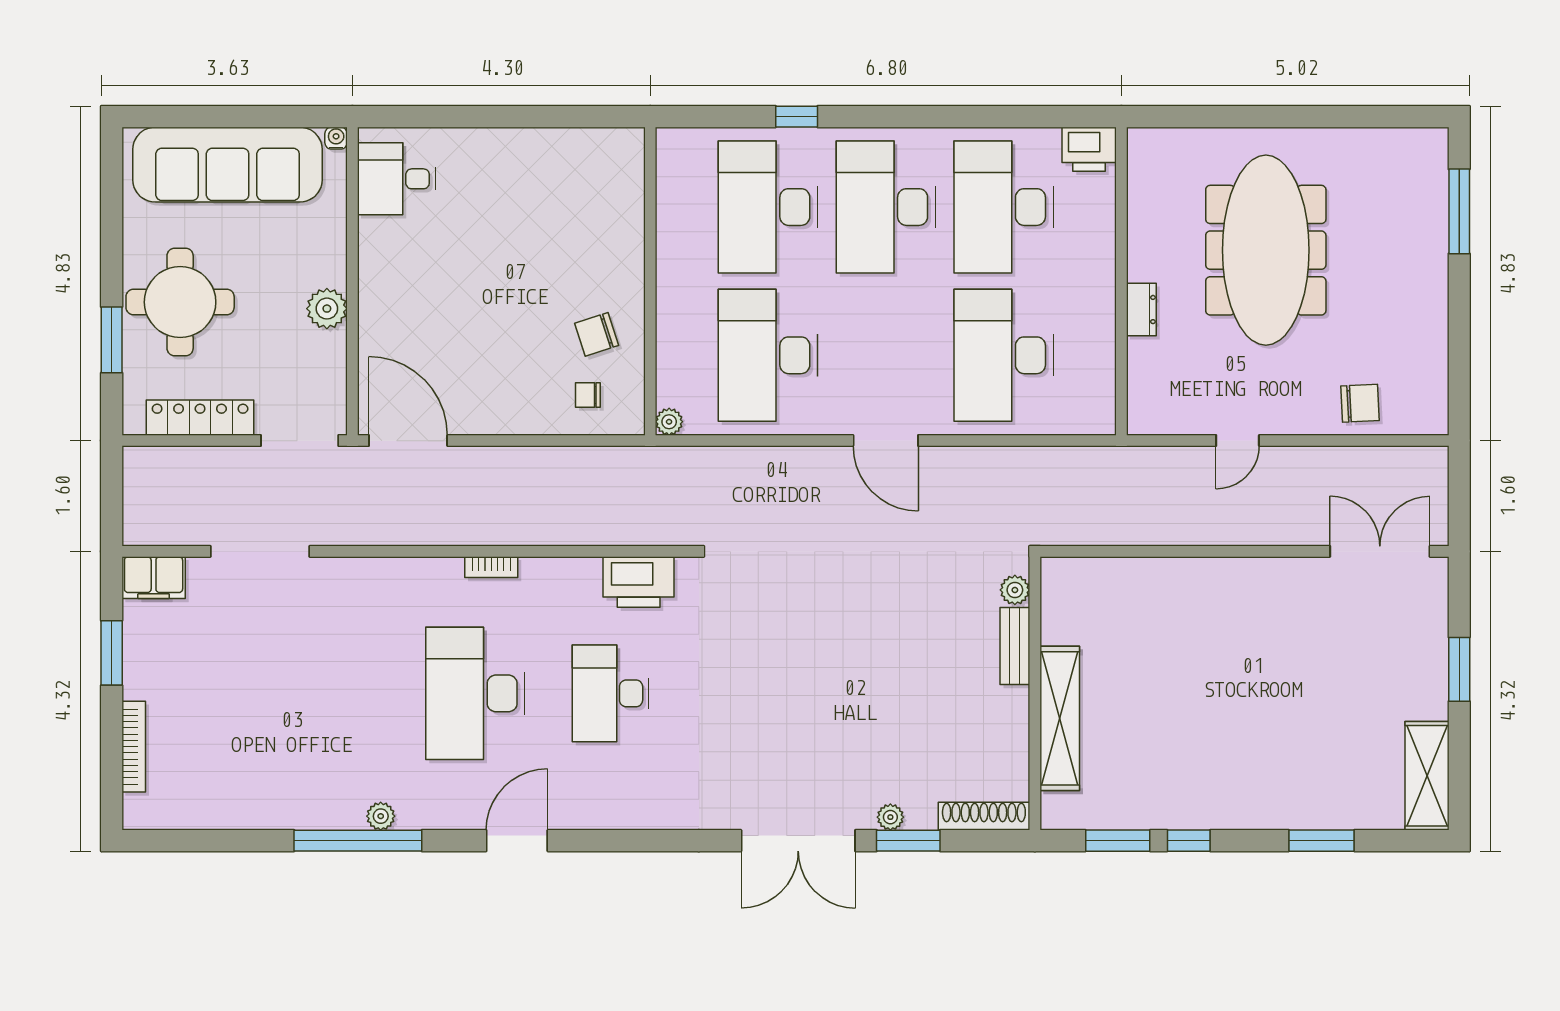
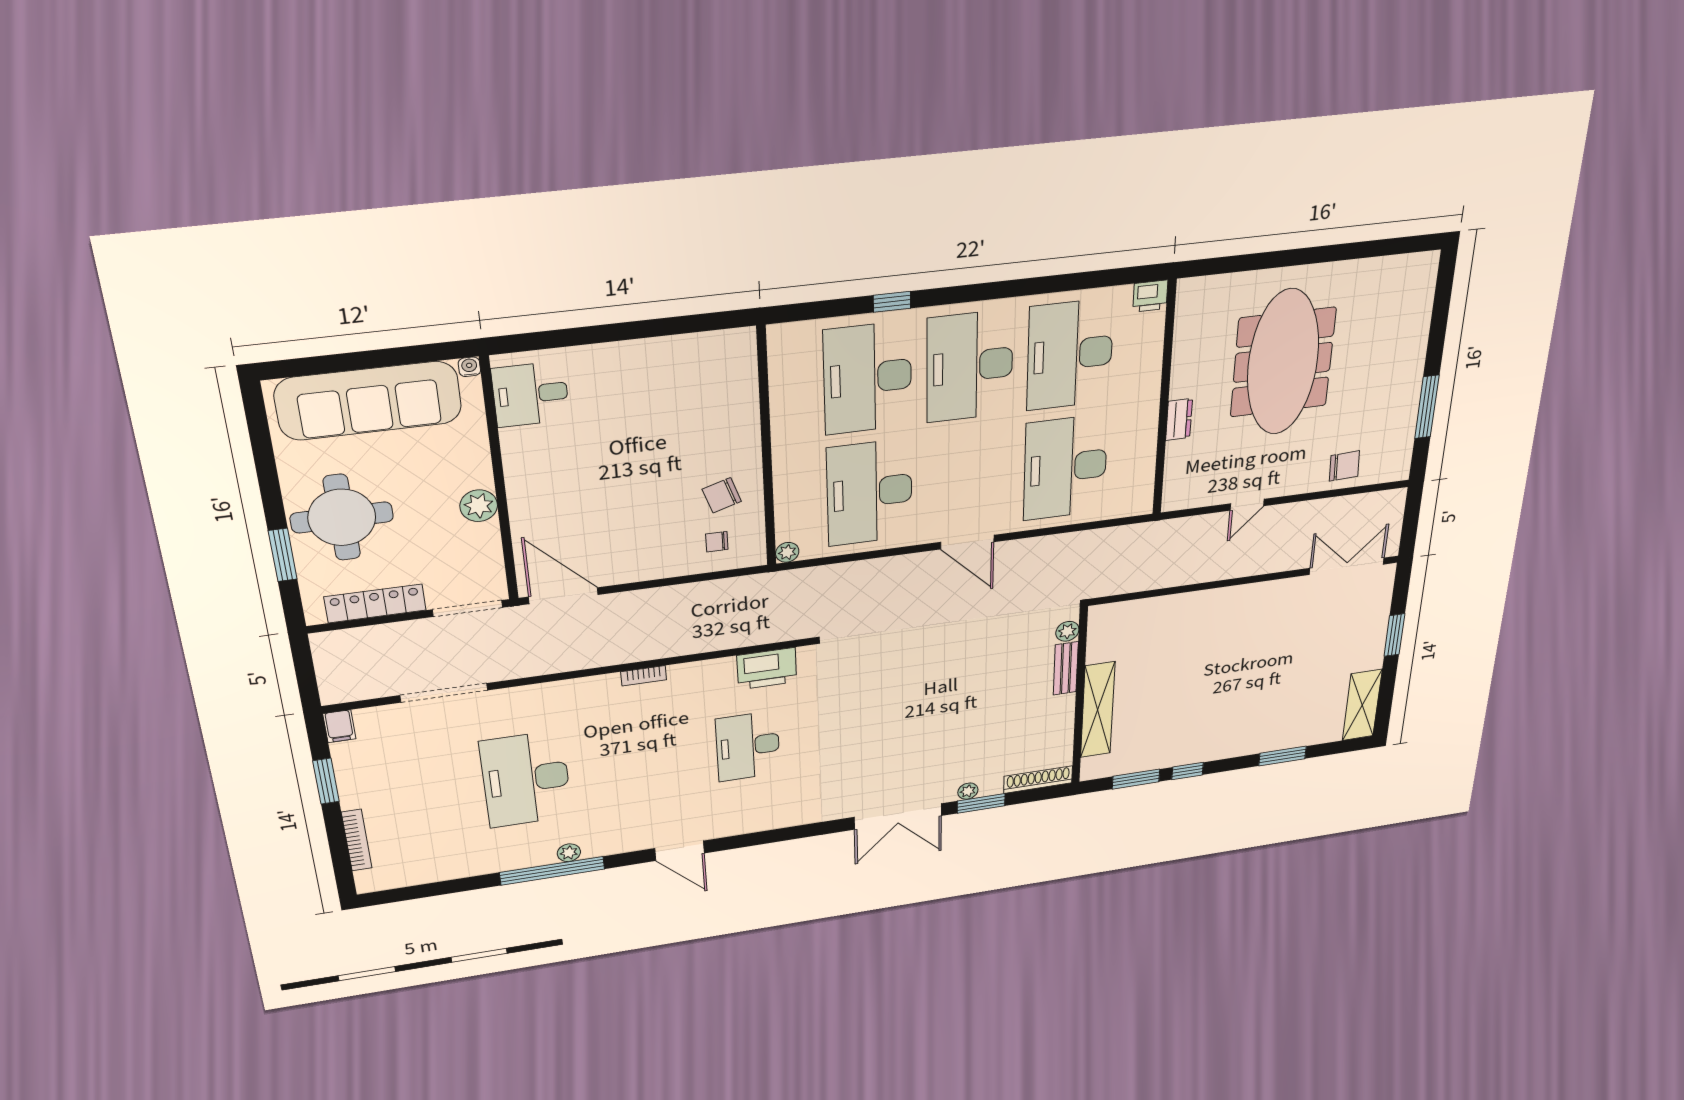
printer: (1089, 149) -> (1150, 296), width x0.73, depth x0.81
window: (1459, 211) -> (1427, 407), moved
filing cabinet: (154, 578) -> (339, 726), width x0.50
desk: (475, 693) -> (526, 779), moved
door: (517, 841) -> (680, 851), swing flipped

